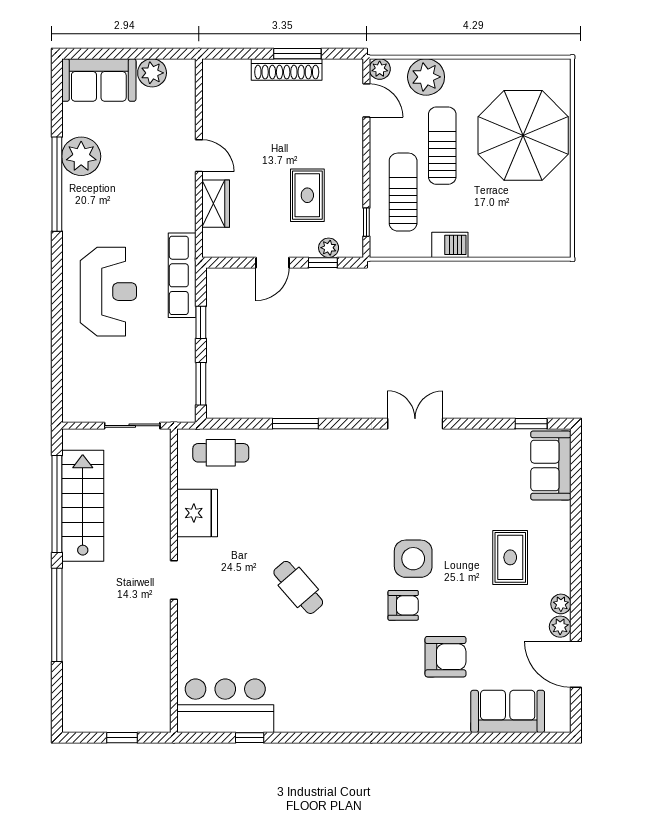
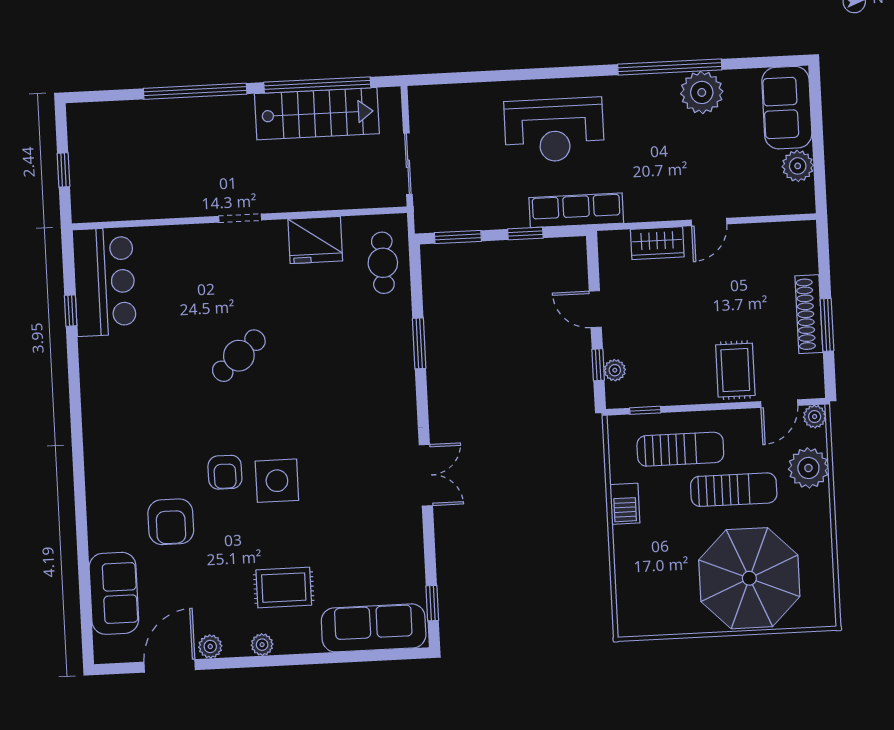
rug: (307, 195) -> (735, 370), moved, turned 90
sofa: (551, 465) -> (374, 628), width x1.36
plant: (561, 604) -> (262, 645), moved

